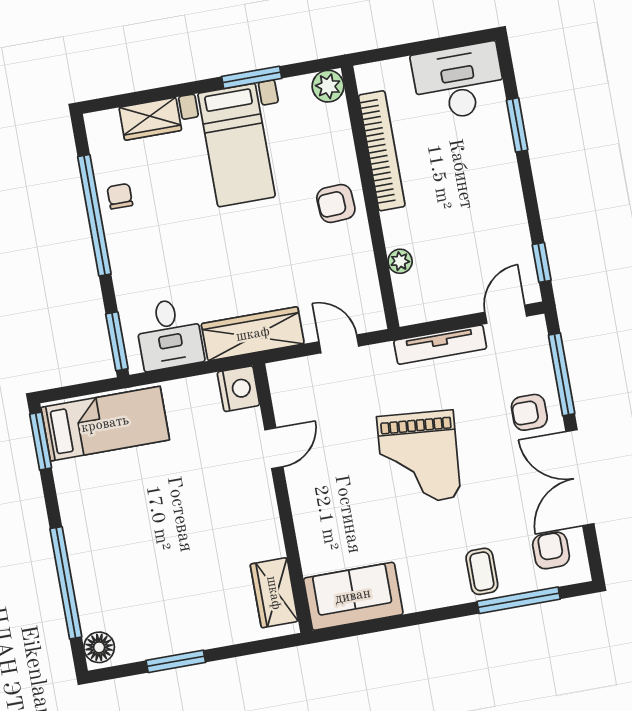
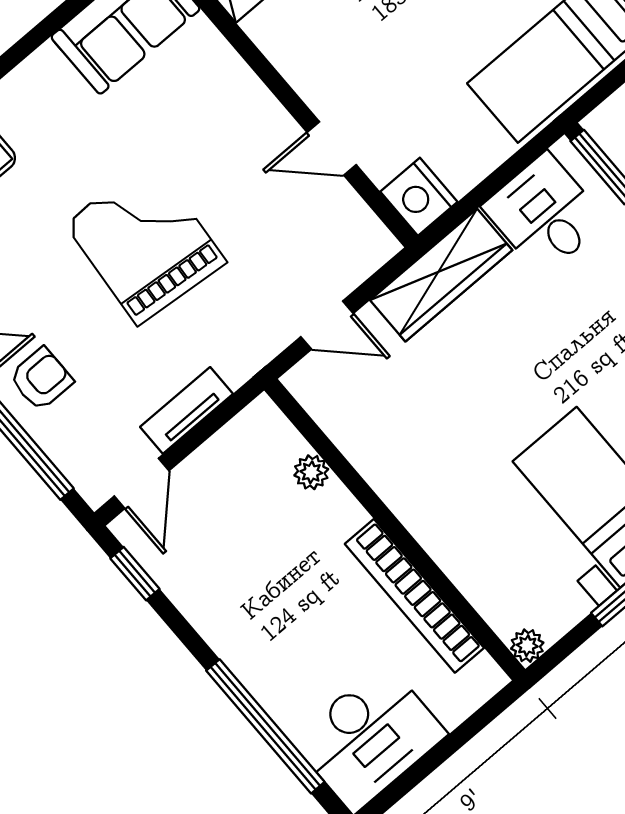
plant: (328, 86) -> (527, 646), width x0.73, depth x0.73
window: (517, 125) -> (265, 726), width x2.11
armchair: (336, 203) -> (433, 497), removed
tv unit: (440, 345) -> (186, 410), width x0.71
door: (274, 448) -> (332, 149), hinge flipped

